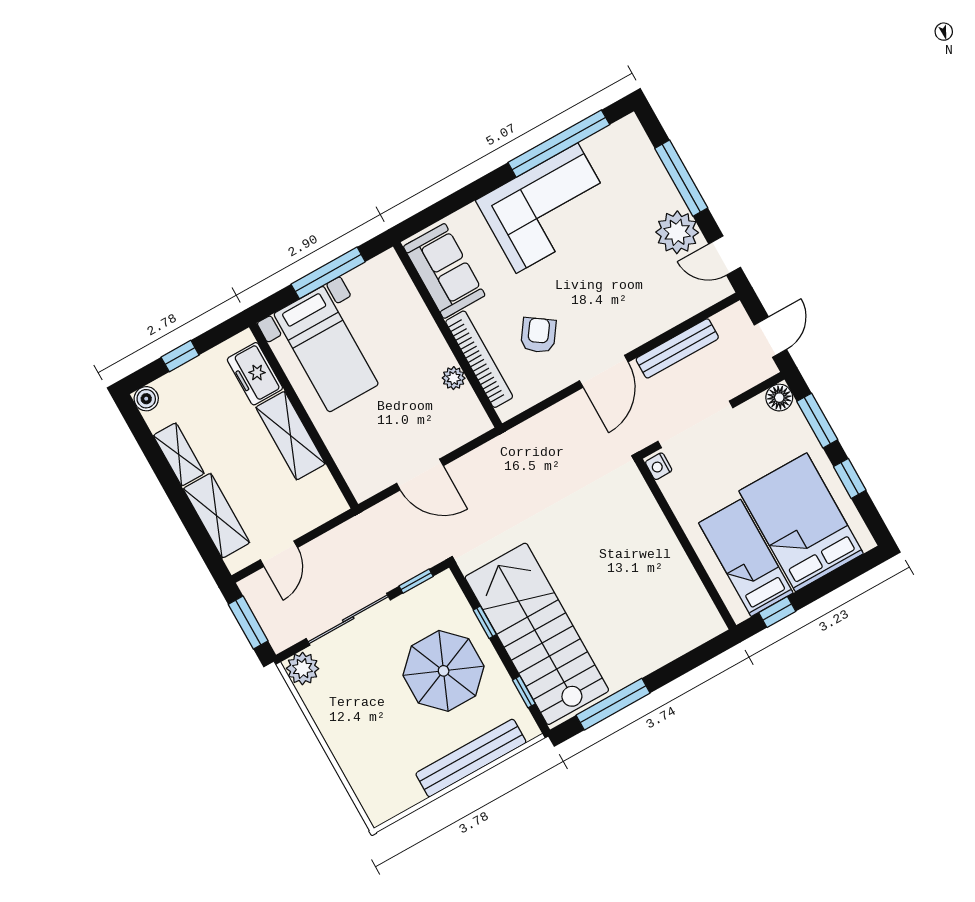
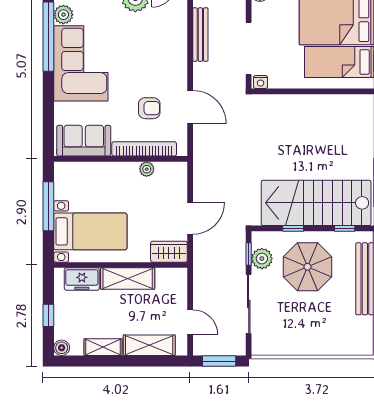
plant: (600, 147) -> (63, 15), added
armchair: (538, 335) -> (149, 108), turned 145
door: (604, 371) -> (190, 107), moved
wardrobe: (359, 471) -> (169, 252), added
plant: (303, 669) -> (262, 259), moved

